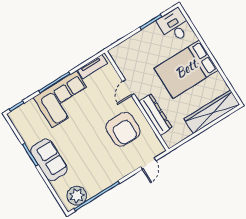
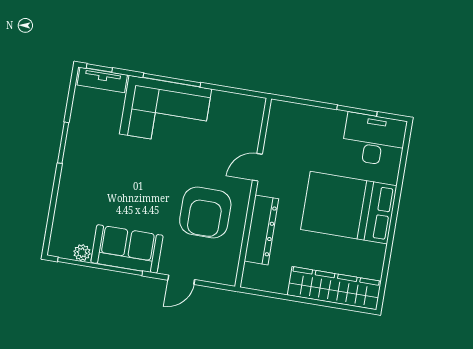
desk: (175, 26) -> (374, 140), width x1.37
tv unit: (92, 67) -> (102, 80), moved
sofa: (49, 160) -> (127, 249), moved, turned -90
door: (148, 164) -> (181, 280), moved
plant: (77, 196) -> (82, 253), width x0.53, depth x0.53

